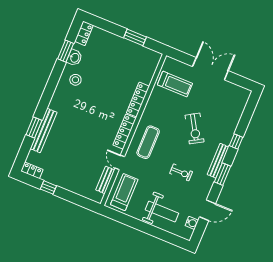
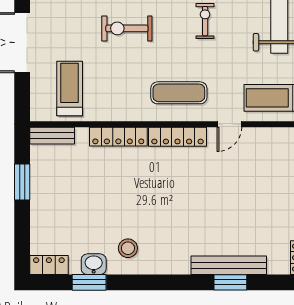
exercise bike: (195, 128) -> (127, 28), turned -149
bench: (105, 180) -> (52, 136), moved

